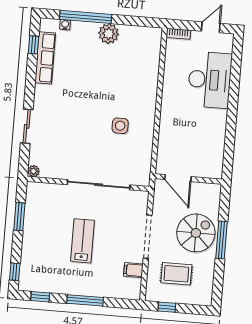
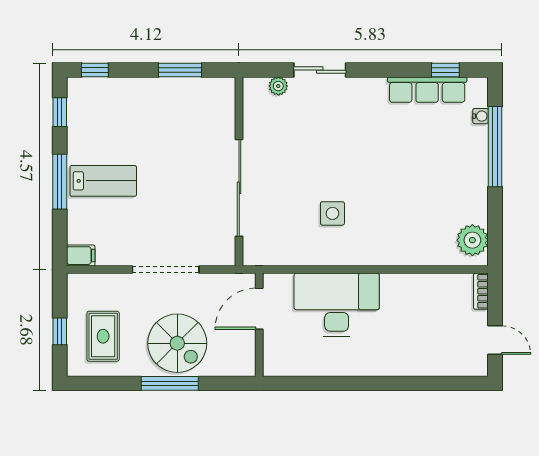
plant: (109, 34) -> (472, 240), moved
desk: (210, 80) -> (337, 305), moved, turned 180
plant: (33, 171) -> (278, 86), moved
lab bench: (83, 241) -> (103, 181), moved
filing cabinet: (133, 270) -> (81, 256), moved, turned 90
rug: (176, 274) -> (103, 336), moved
window: (167, 307) -> (60, 331), moved

